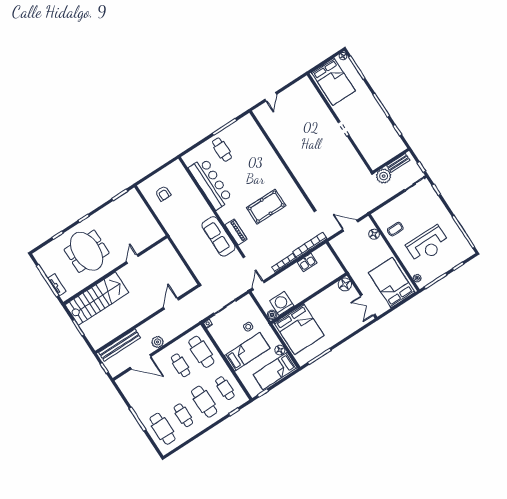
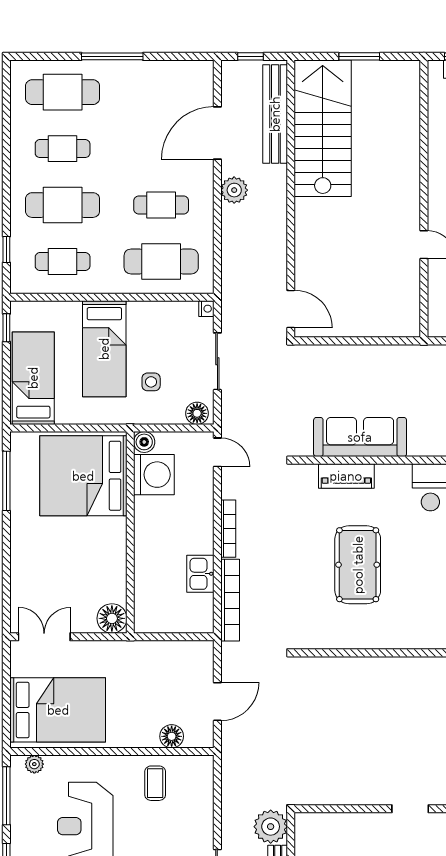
stairs: (97, 299) -> (323, 128), moved, turned 180
door: (171, 304) -> (291, 309), moved
floor lamp: (280, 350) -> (197, 413), moved

